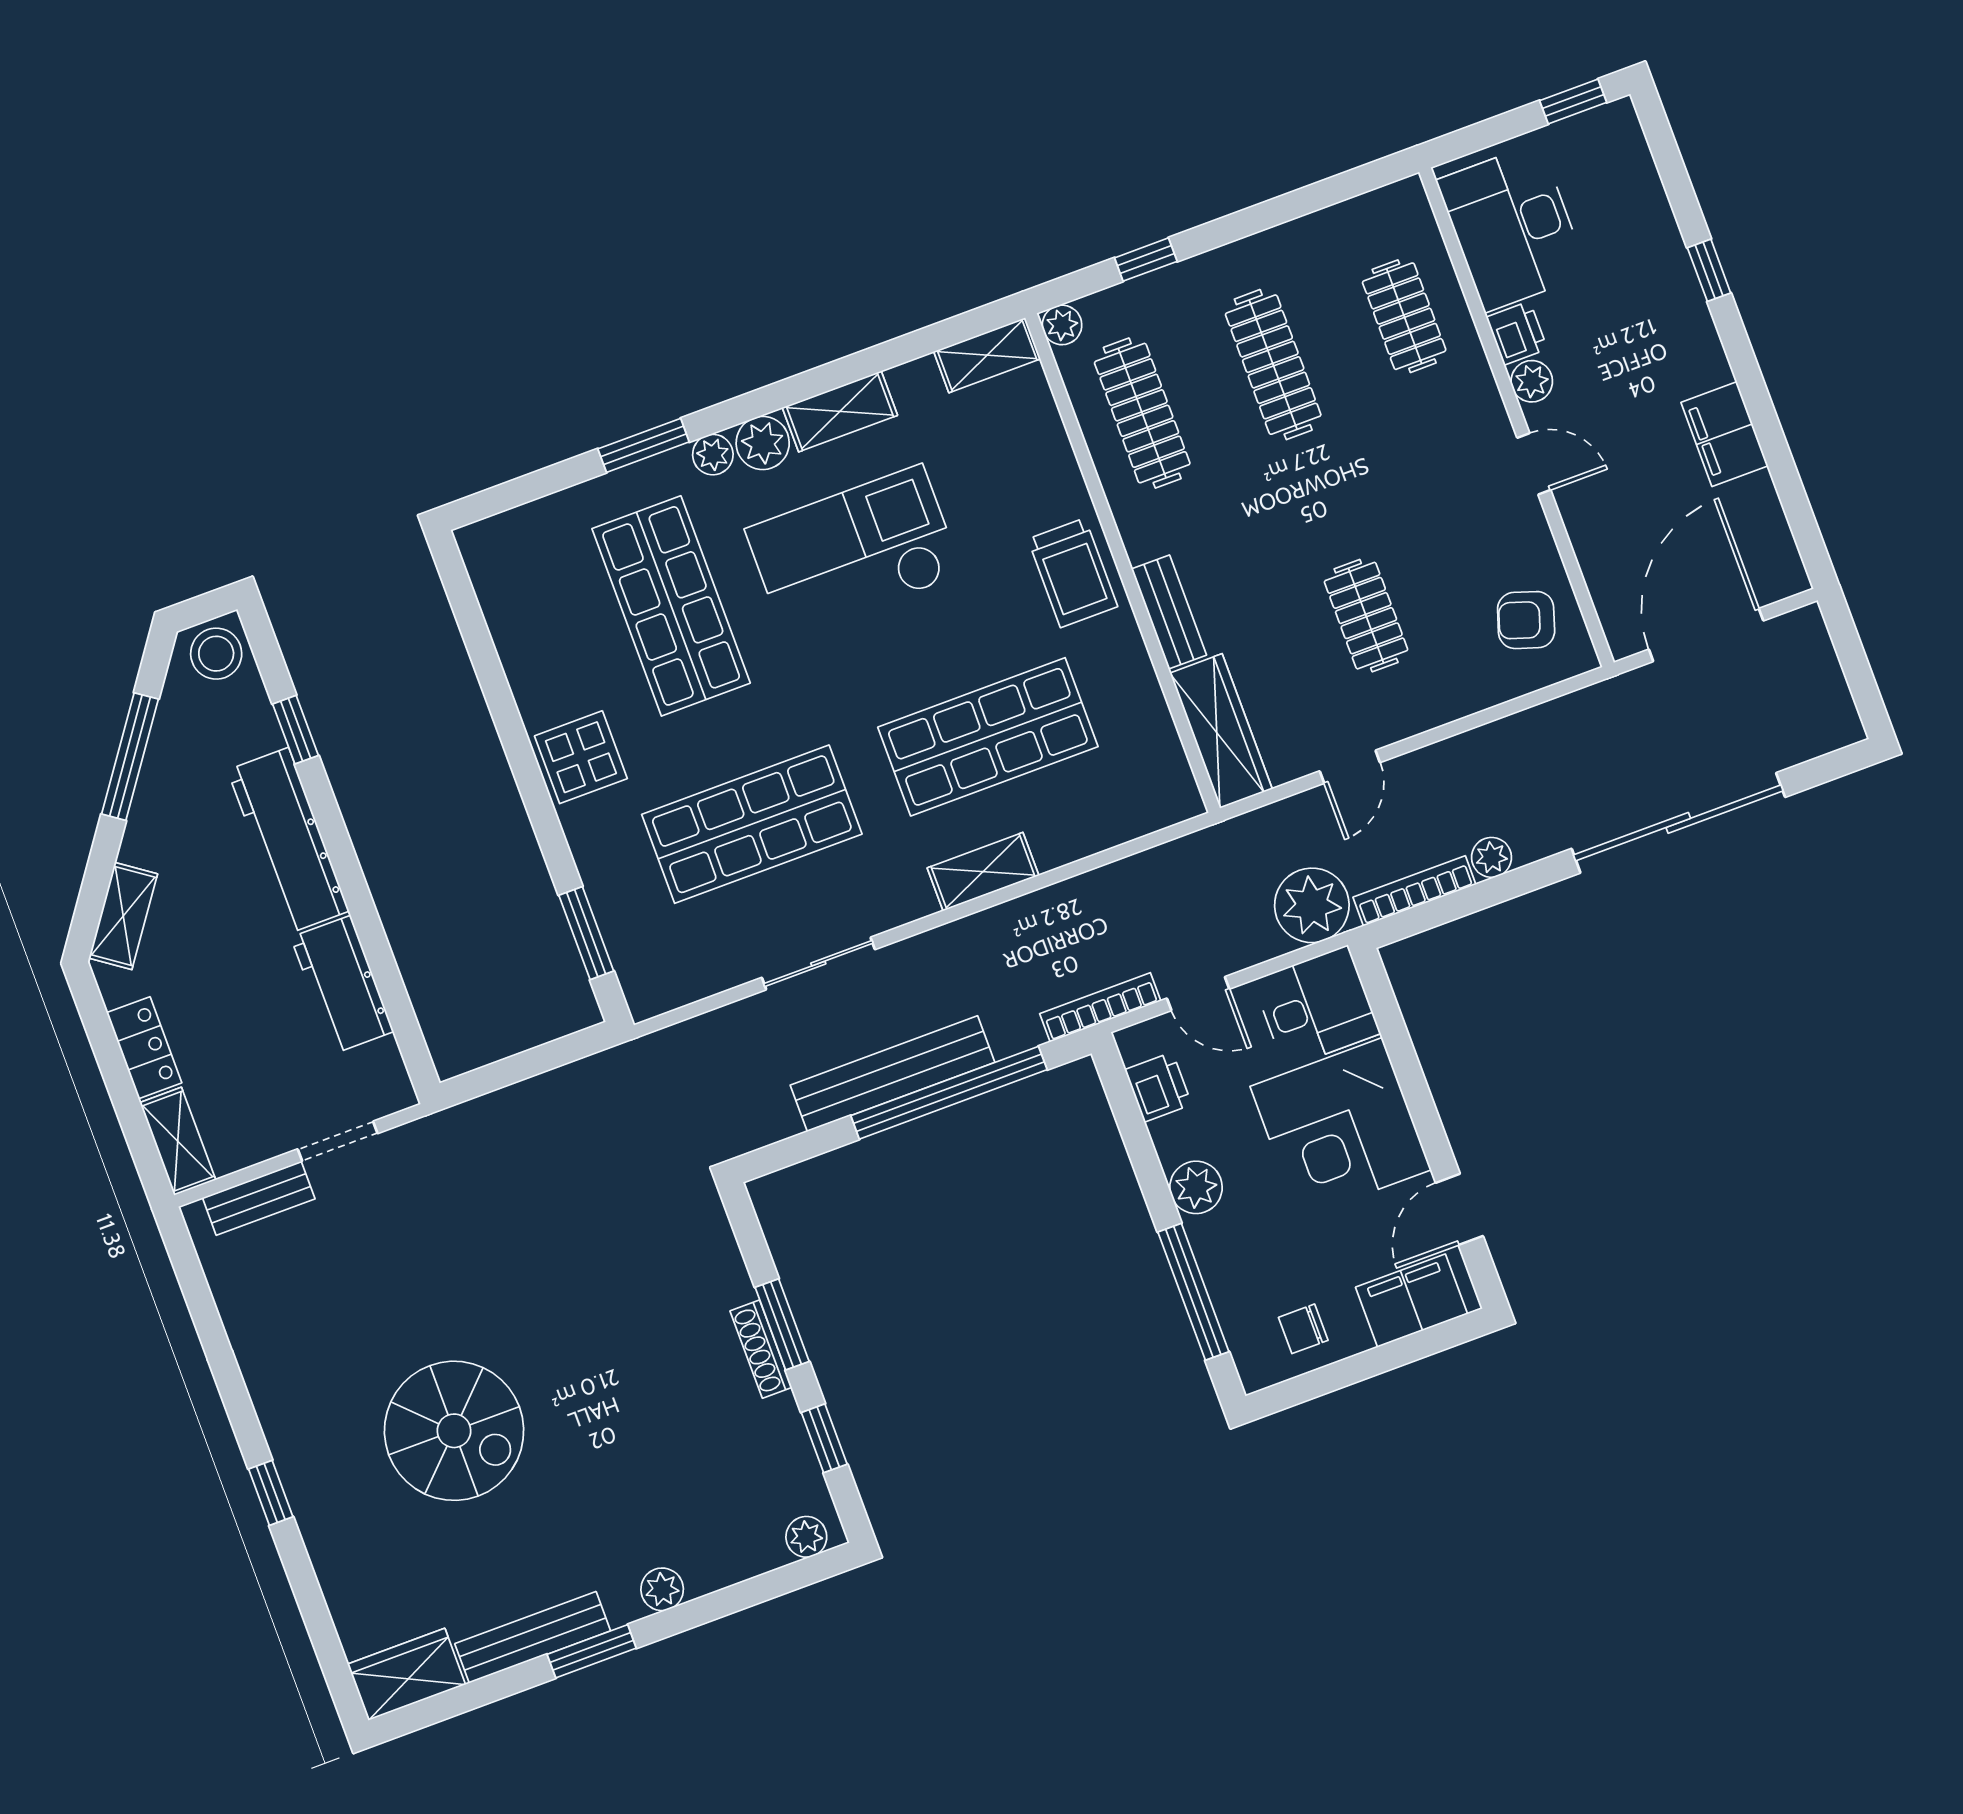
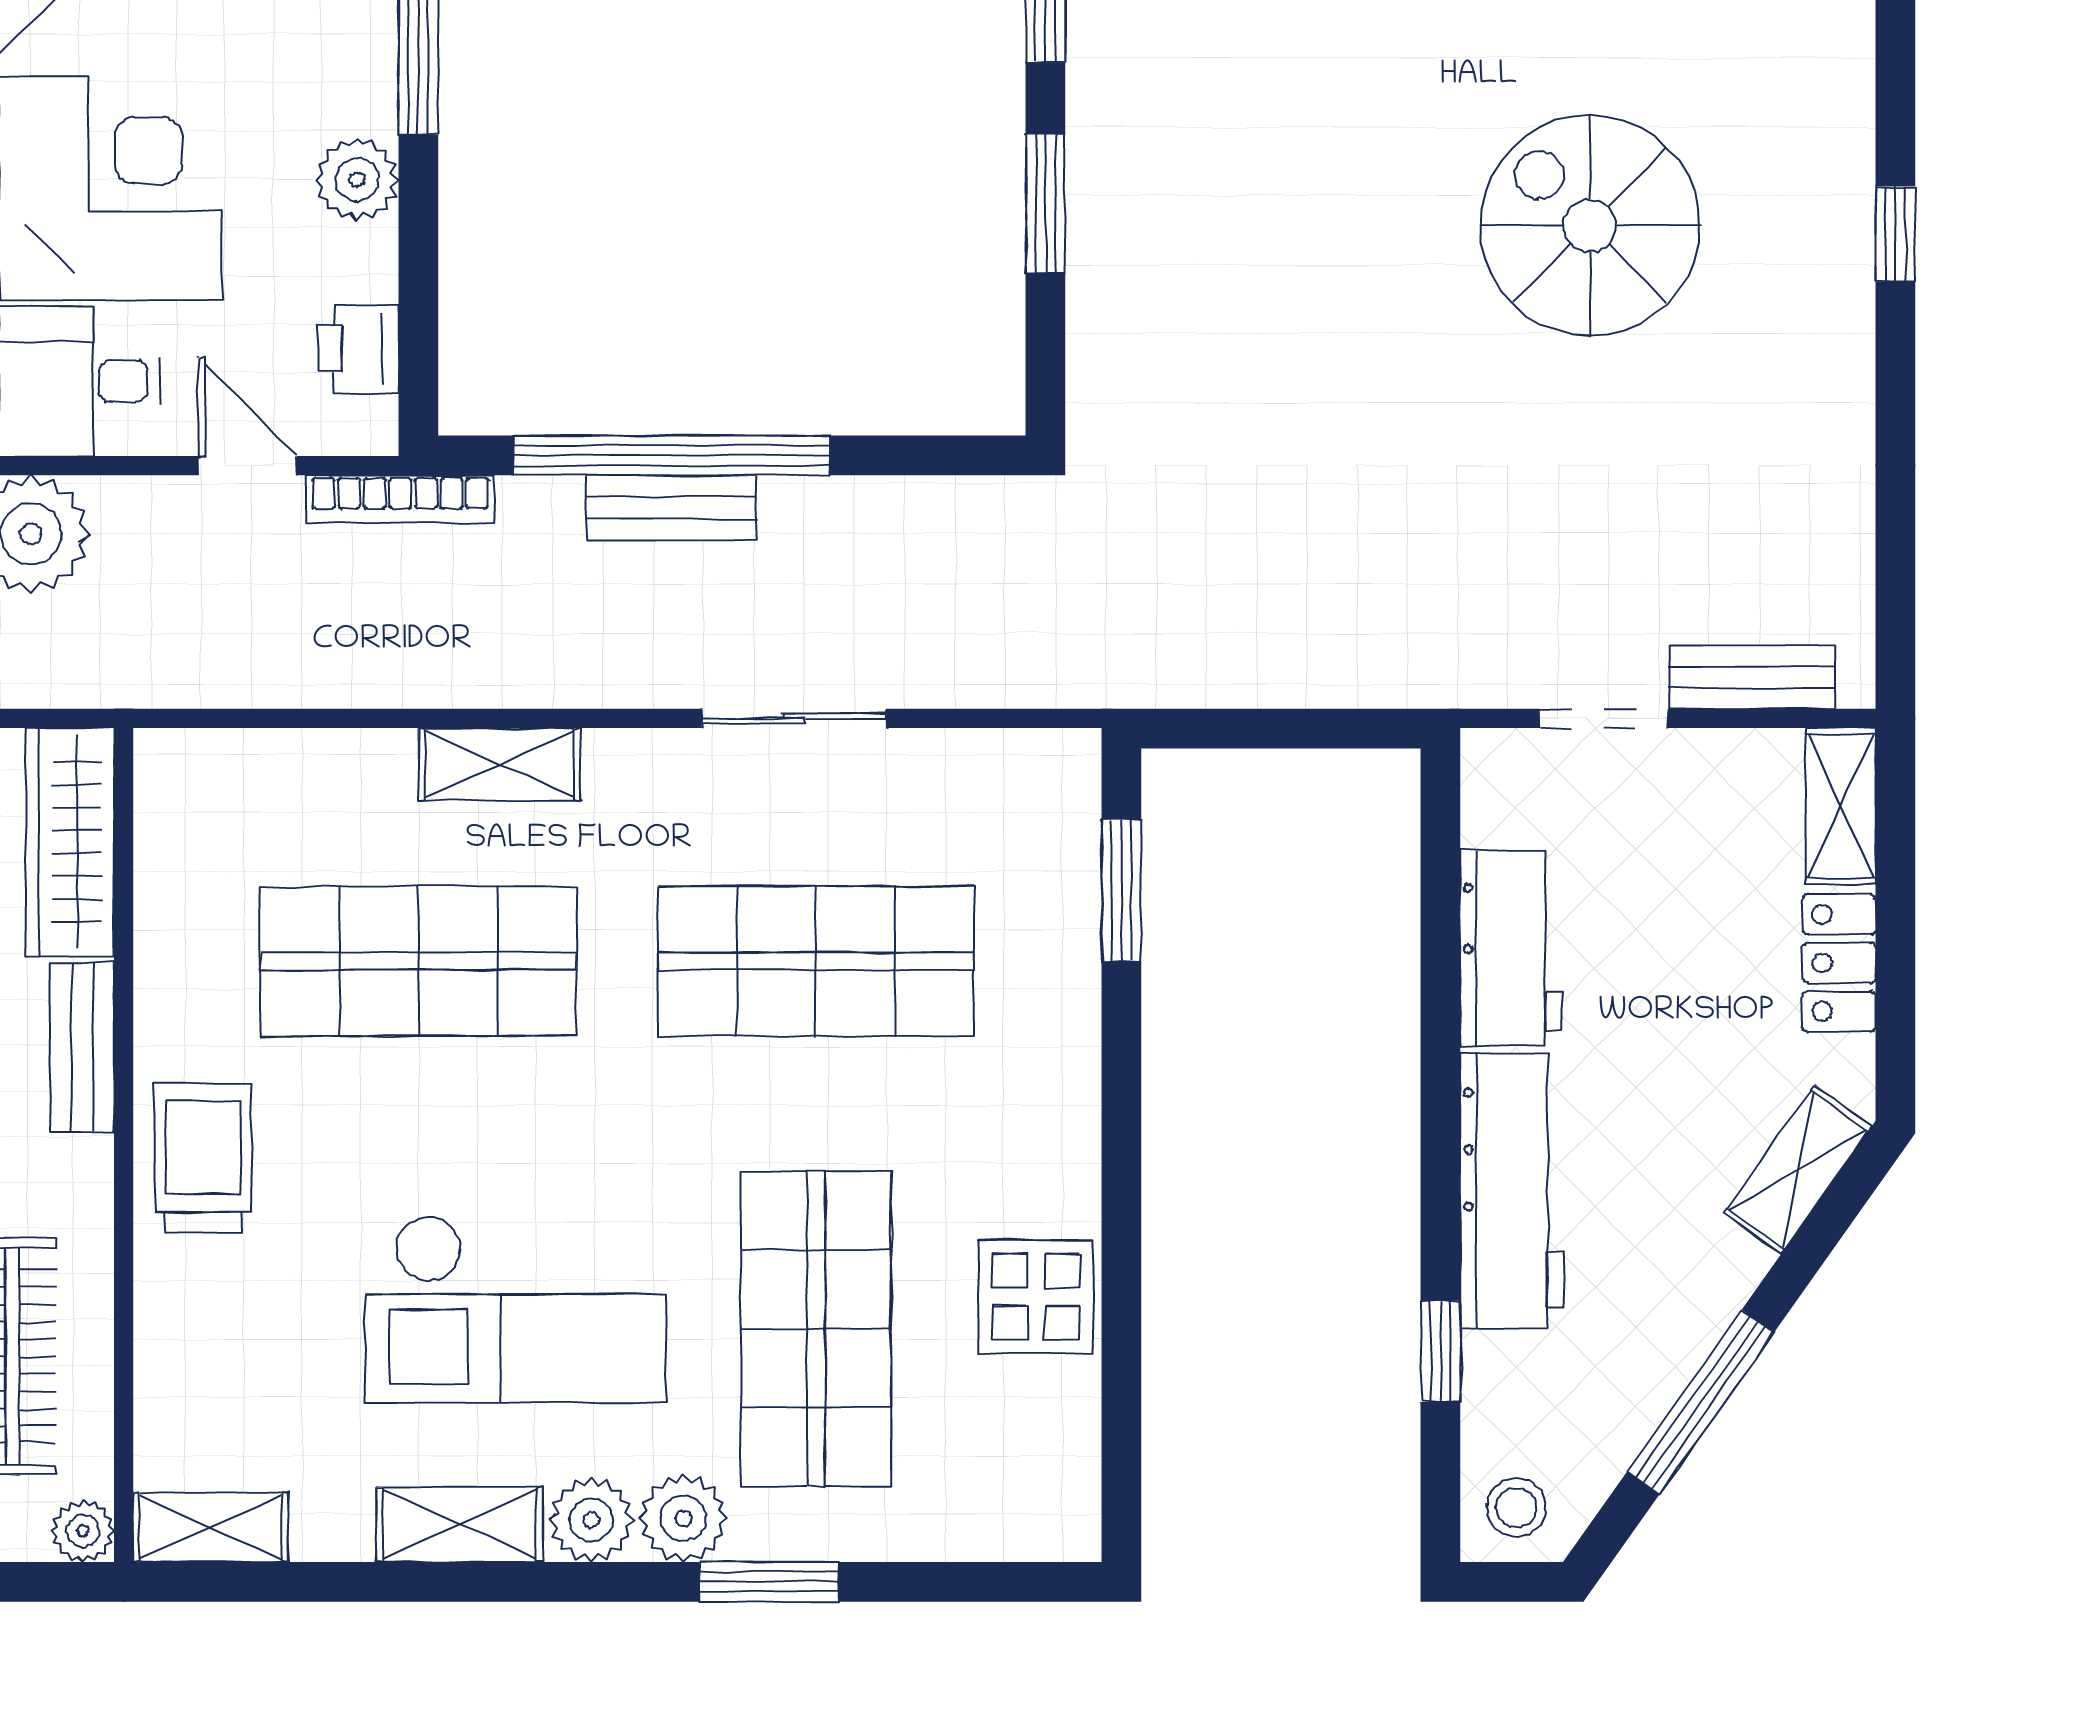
plant: (713, 455) -> (683, 1518), width x1.38, depth x1.38
stool: (216, 654) -> (1516, 1507), width x0.73, depth x0.73
display table: (581, 757) -> (1036, 1297), moved
bench: (893, 1074) -> (671, 507), width x0.54, depth x0.82
shoe rack: (761, 1349) -> (1090, 178), removed

